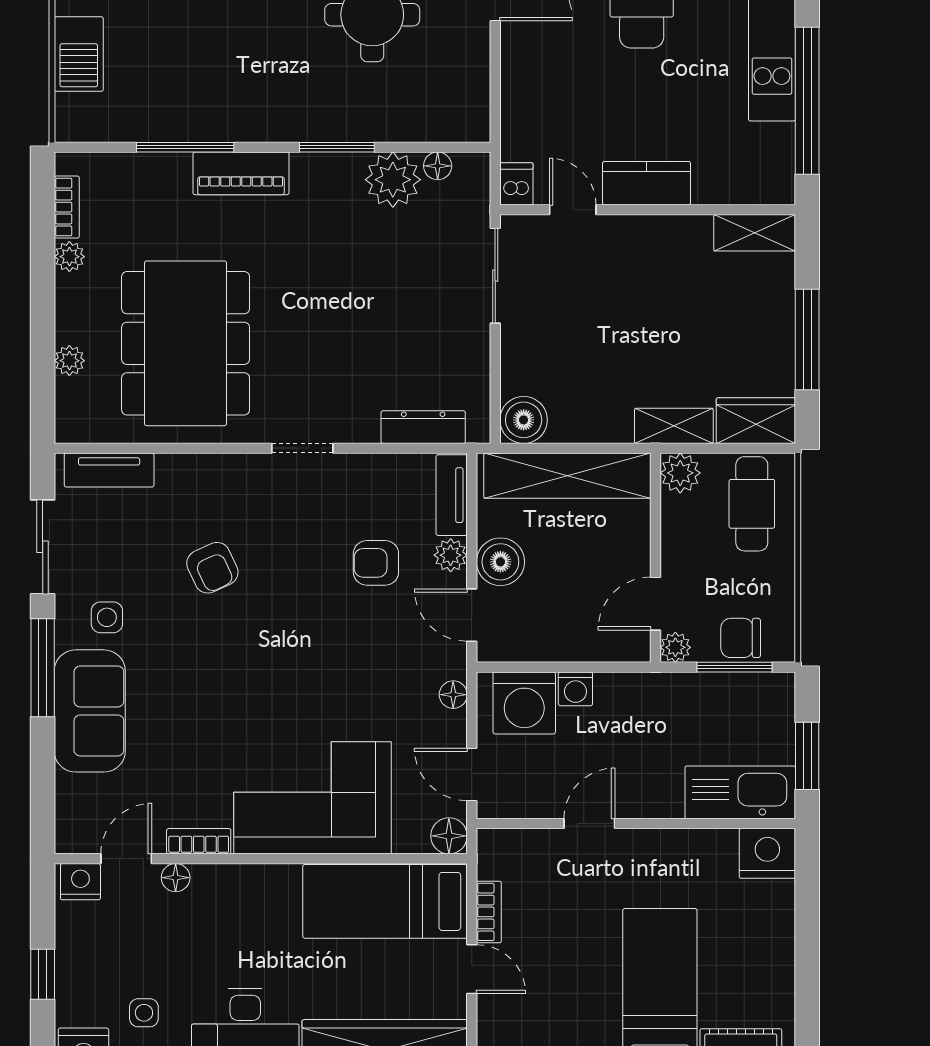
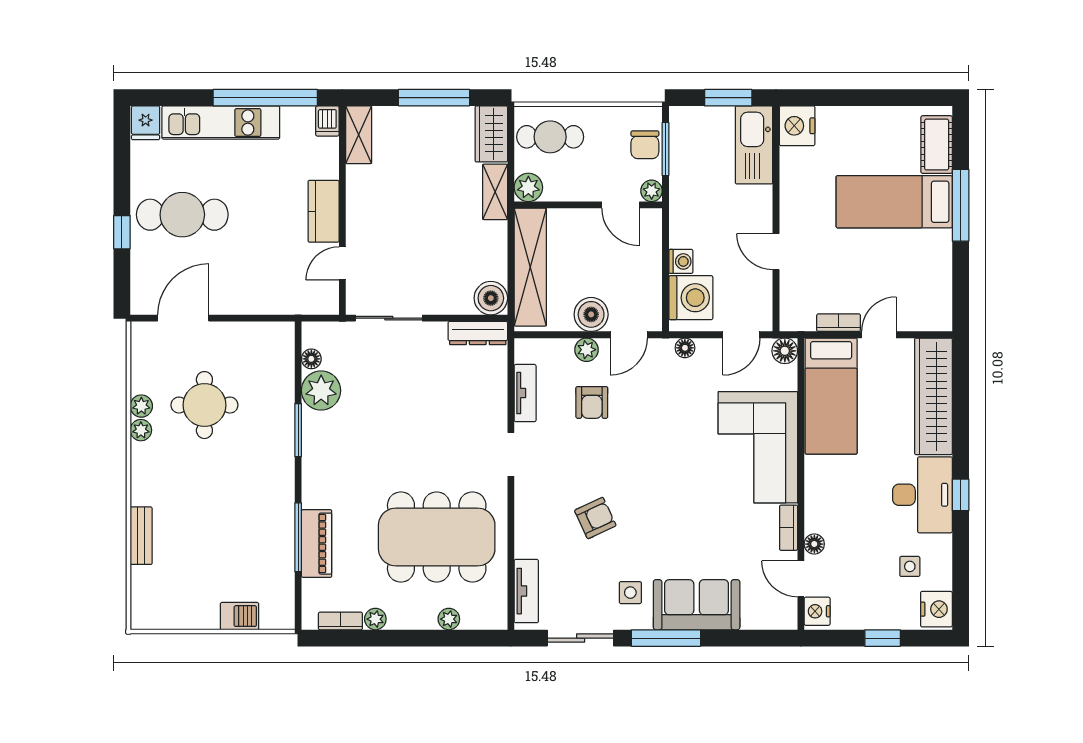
barbecue: (79, 54) -> (239, 616), width x0.73, depth x0.79
piano: (241, 173) -> (317, 544), moved
dishwasher: (516, 184) -> (327, 121), moved, turned -90
dresser: (423, 427) -> (478, 333), moved, turned -90
tv unit: (452, 495) -> (525, 393), moved, turned -90

